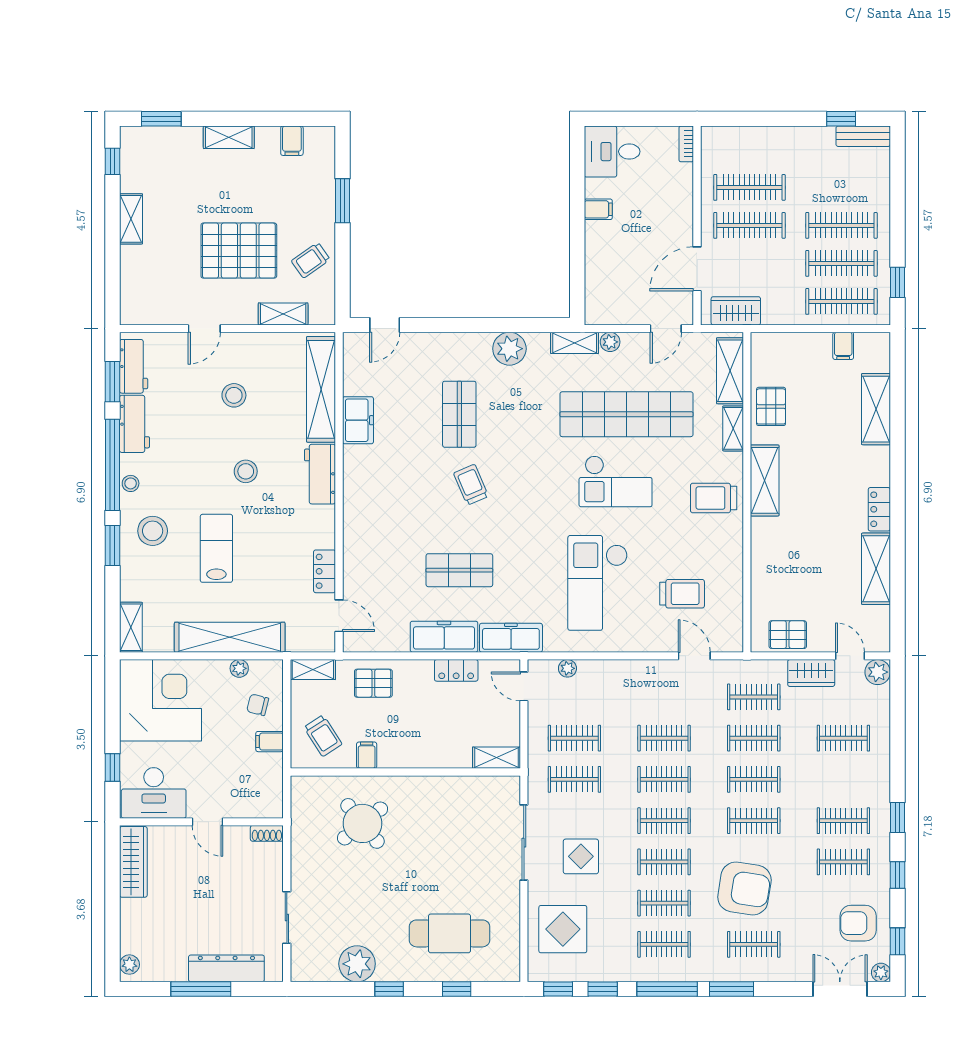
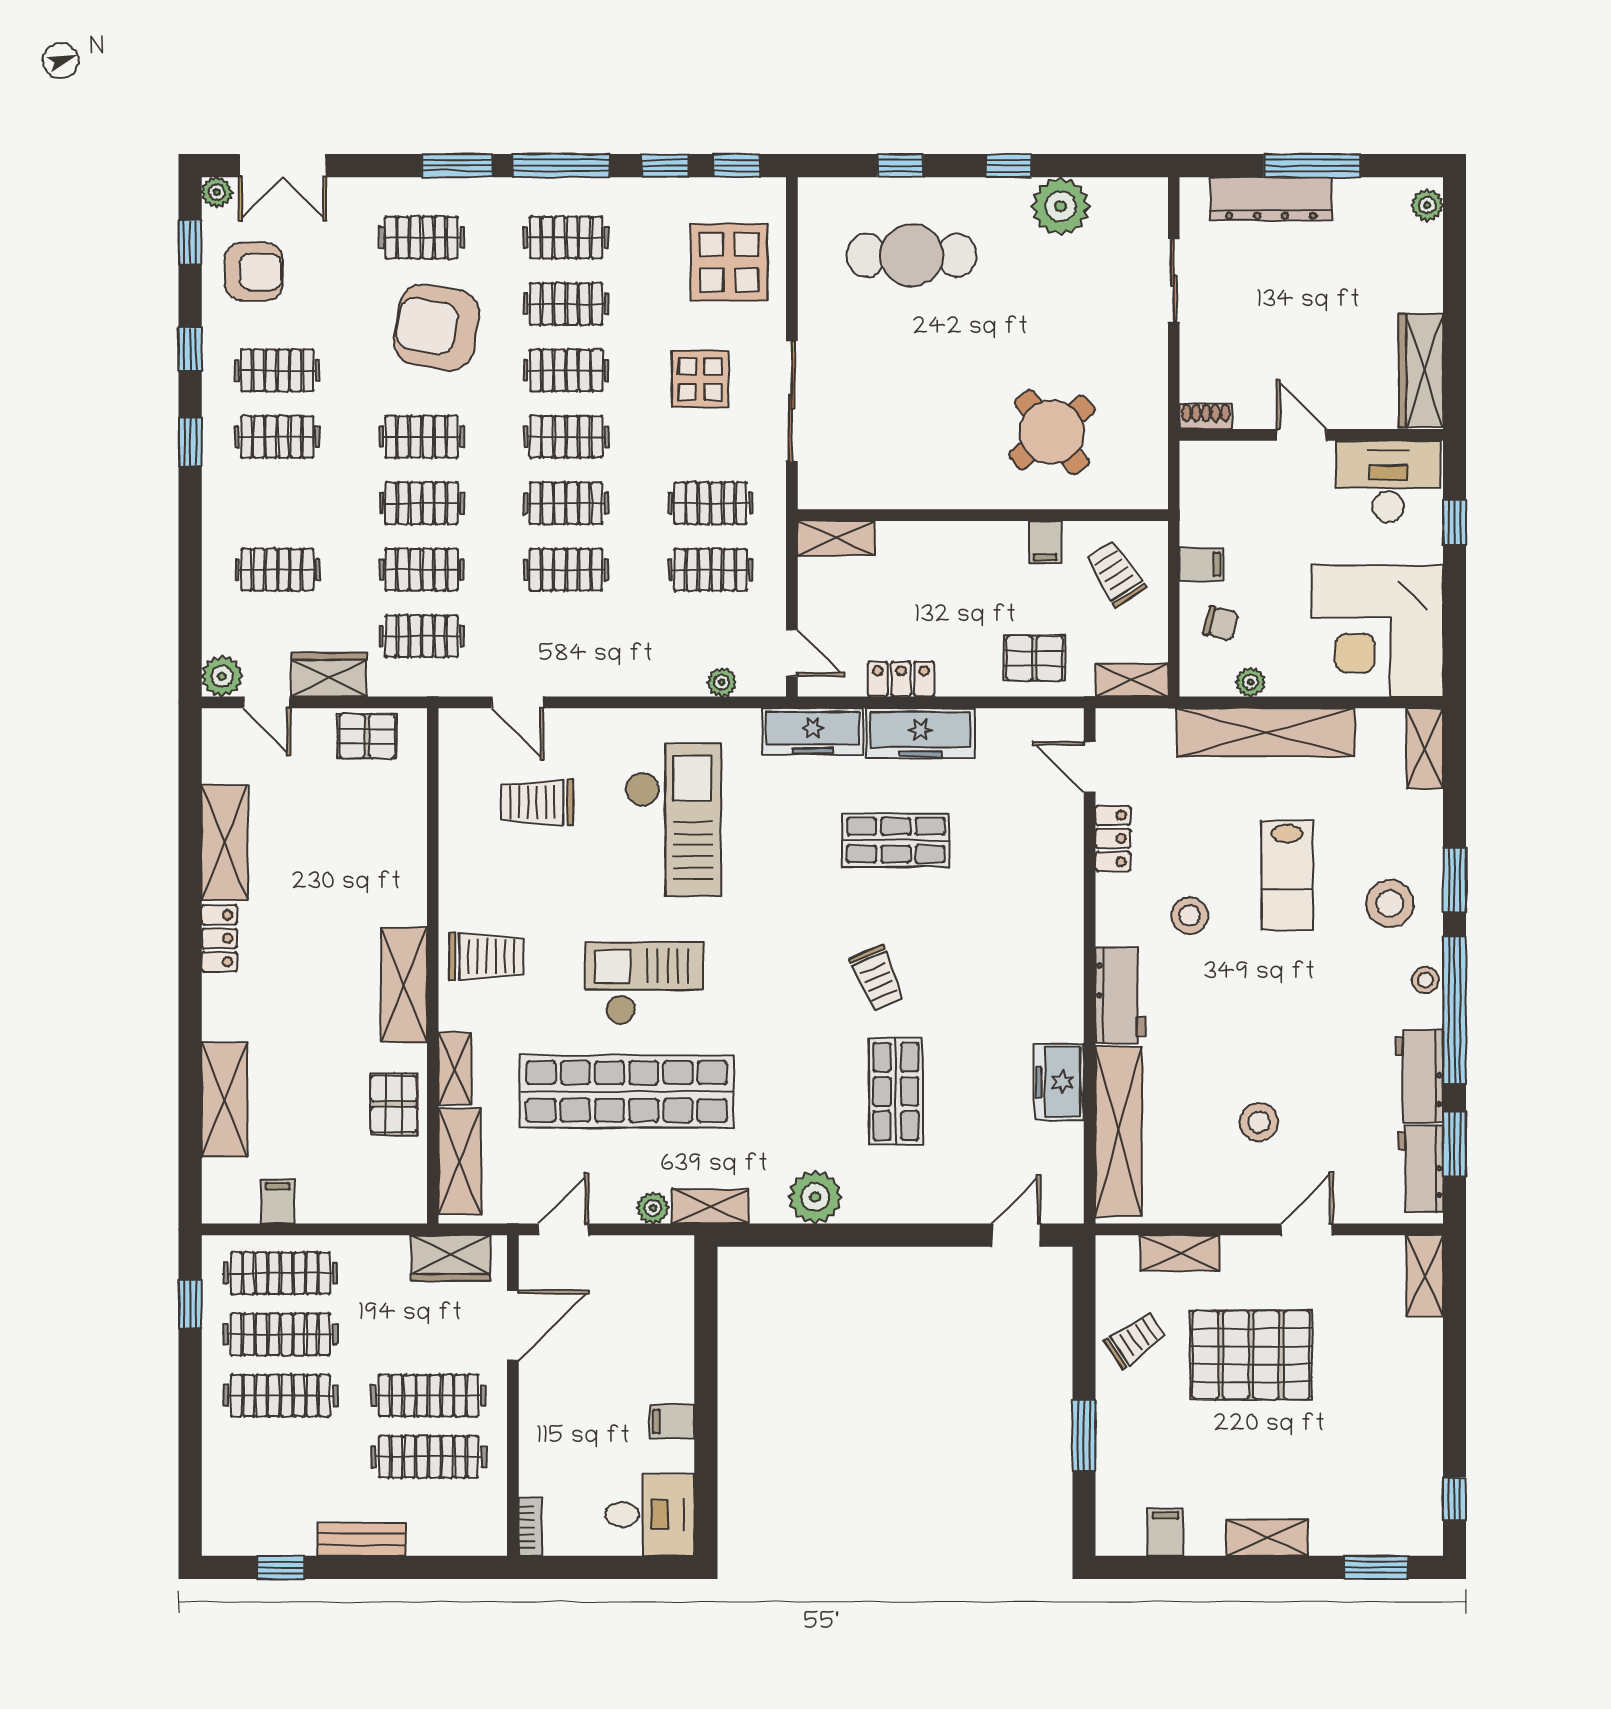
bench: (863, 136) -> (361, 1539), moved
shelving: (131, 219) -> (1425, 1276), moved
stool: (246, 471) -> (1190, 915), moved

